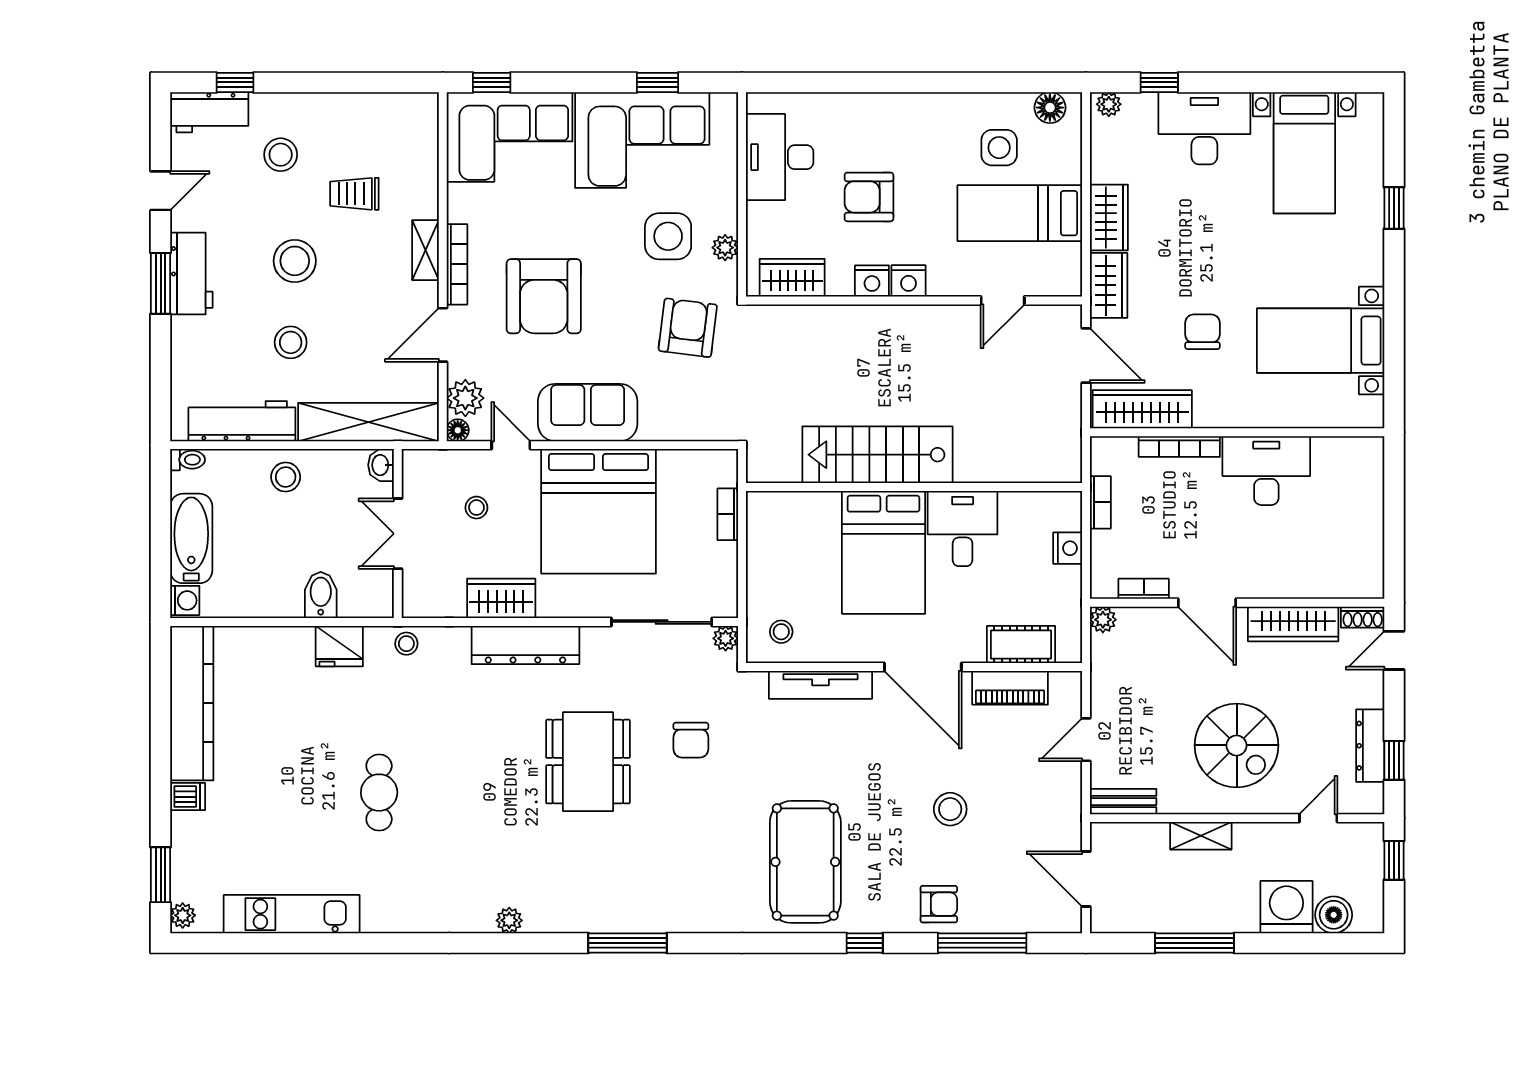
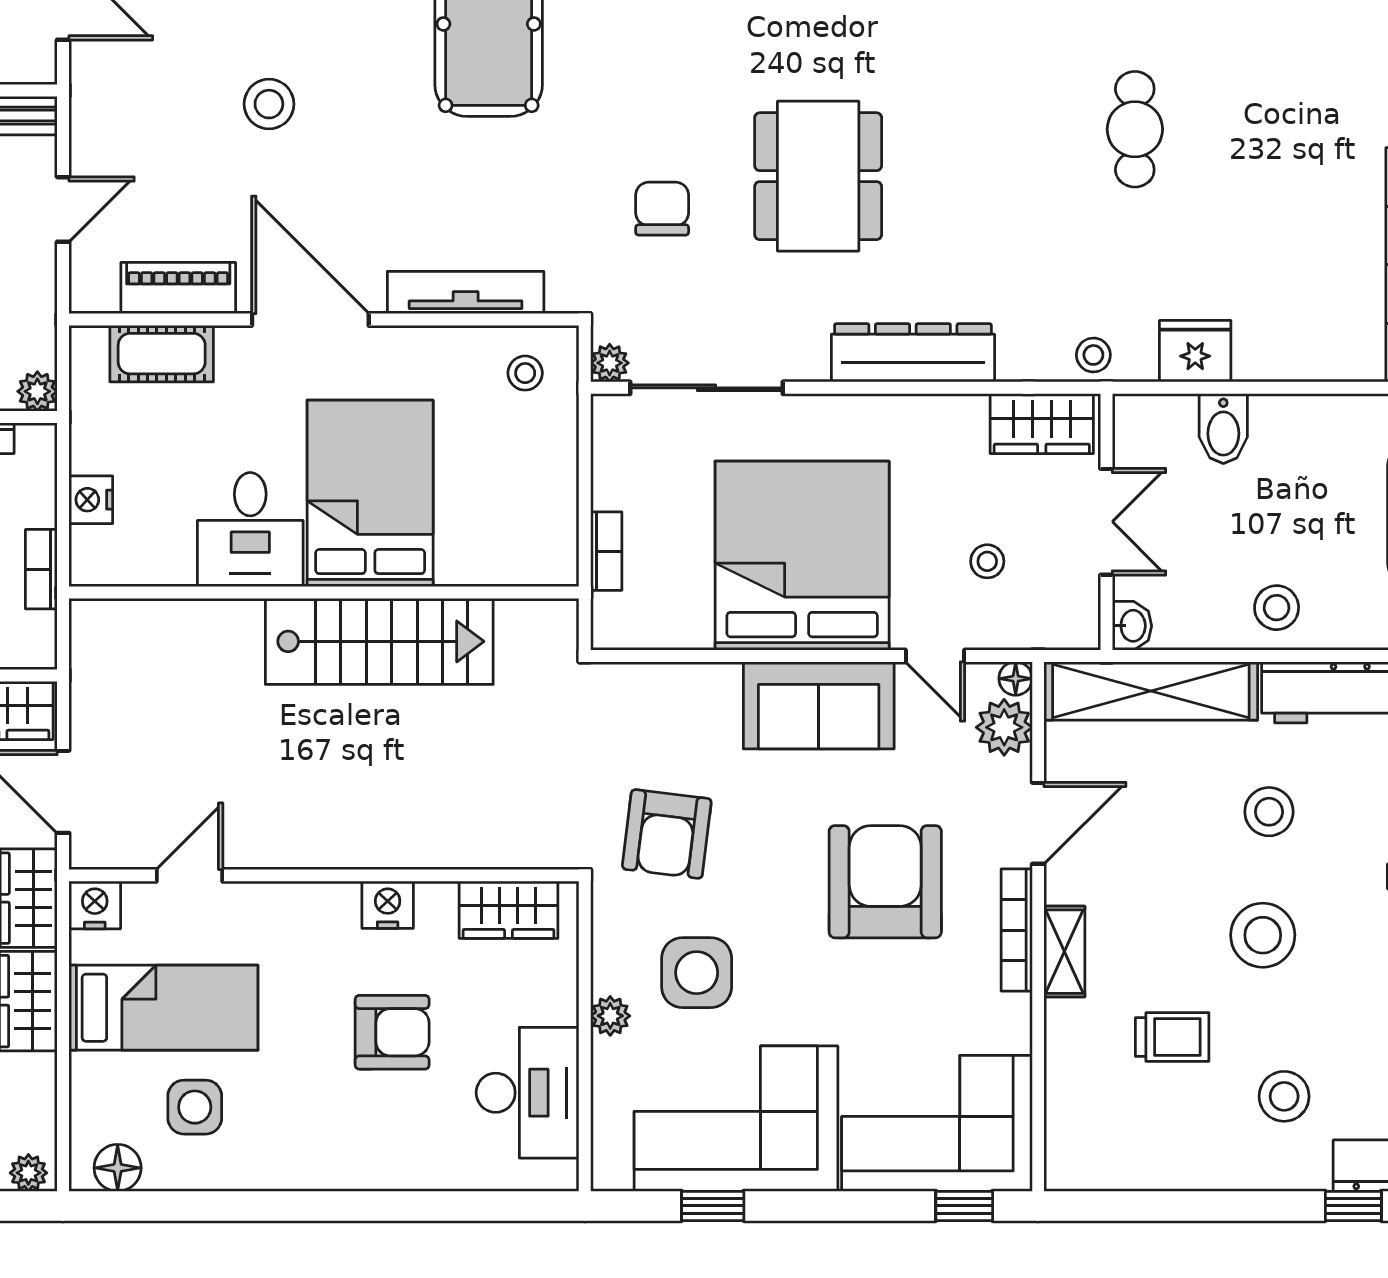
plant: (725, 248) -> (610, 1016), moved
nightstand: (908, 281) -> (95, 905), moved
wardrobe: (501, 598) -> (1042, 424), moved

